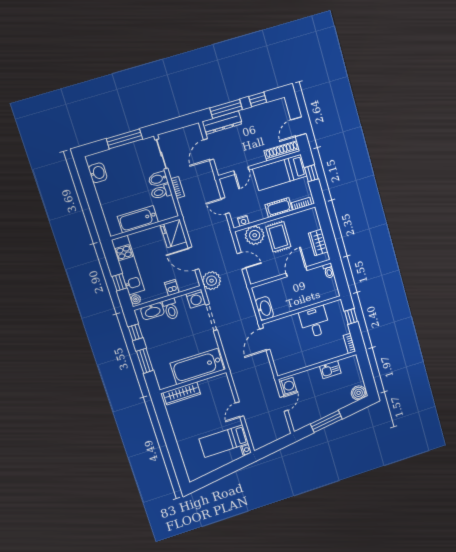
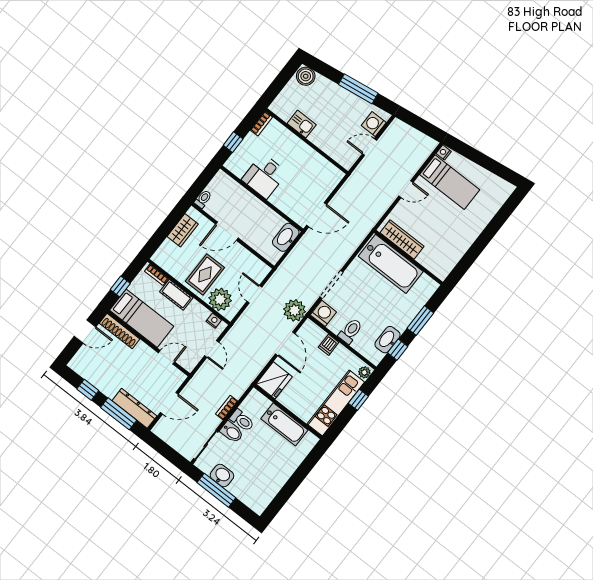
washbasin: (98, 173) -> (222, 476), moved, turned 90
washbasin: (152, 311) -> (388, 340), moved, turned -90
washing machine: (288, 386) -> (374, 124), moved
wardrobe: (182, 393) -> (402, 239), moved

